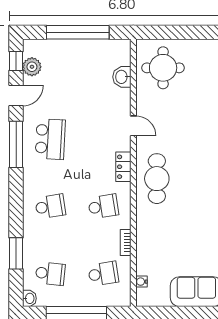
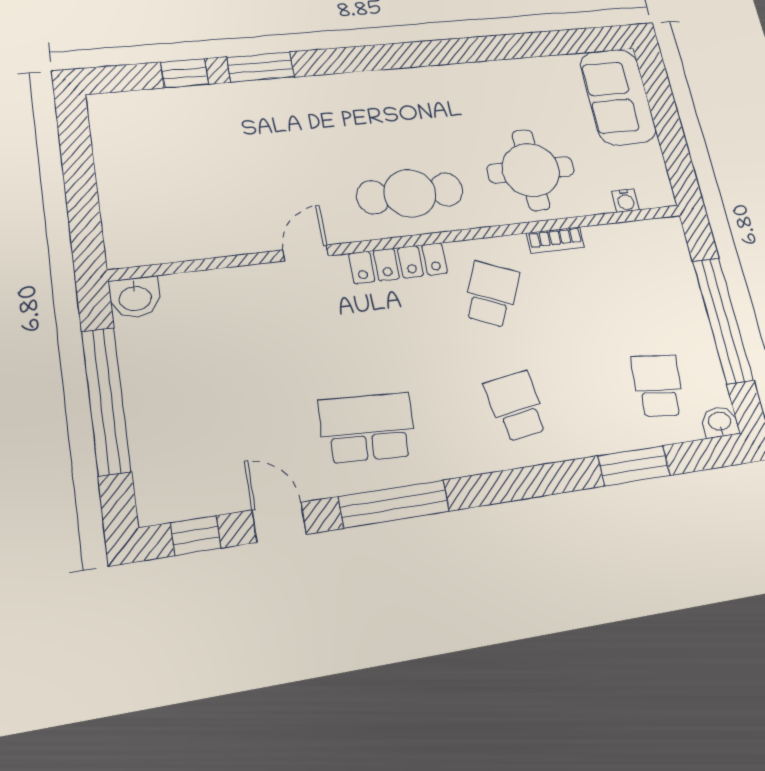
plant: (32, 67) -> (204, 495), removed
round table: (163, 68) -> (531, 170), moved
washbasin: (122, 77) -> (135, 297), moved
locker: (123, 167) -> (398, 263), width x1.53
school desk: (103, 206) -> (491, 294), turned 33
school desk: (103, 274) -> (629, 277), removed

